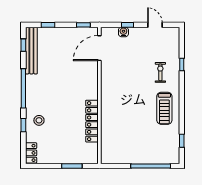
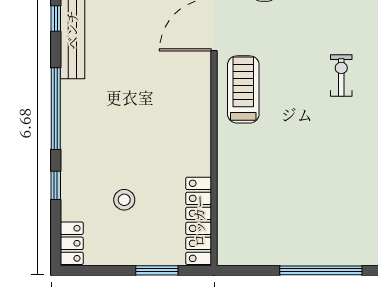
treadmill: (164, 108) -> (243, 89), moved, turned 180
stool: (39, 120) -> (124, 200), moved
locker: (92, 121) -> (199, 221), moved

